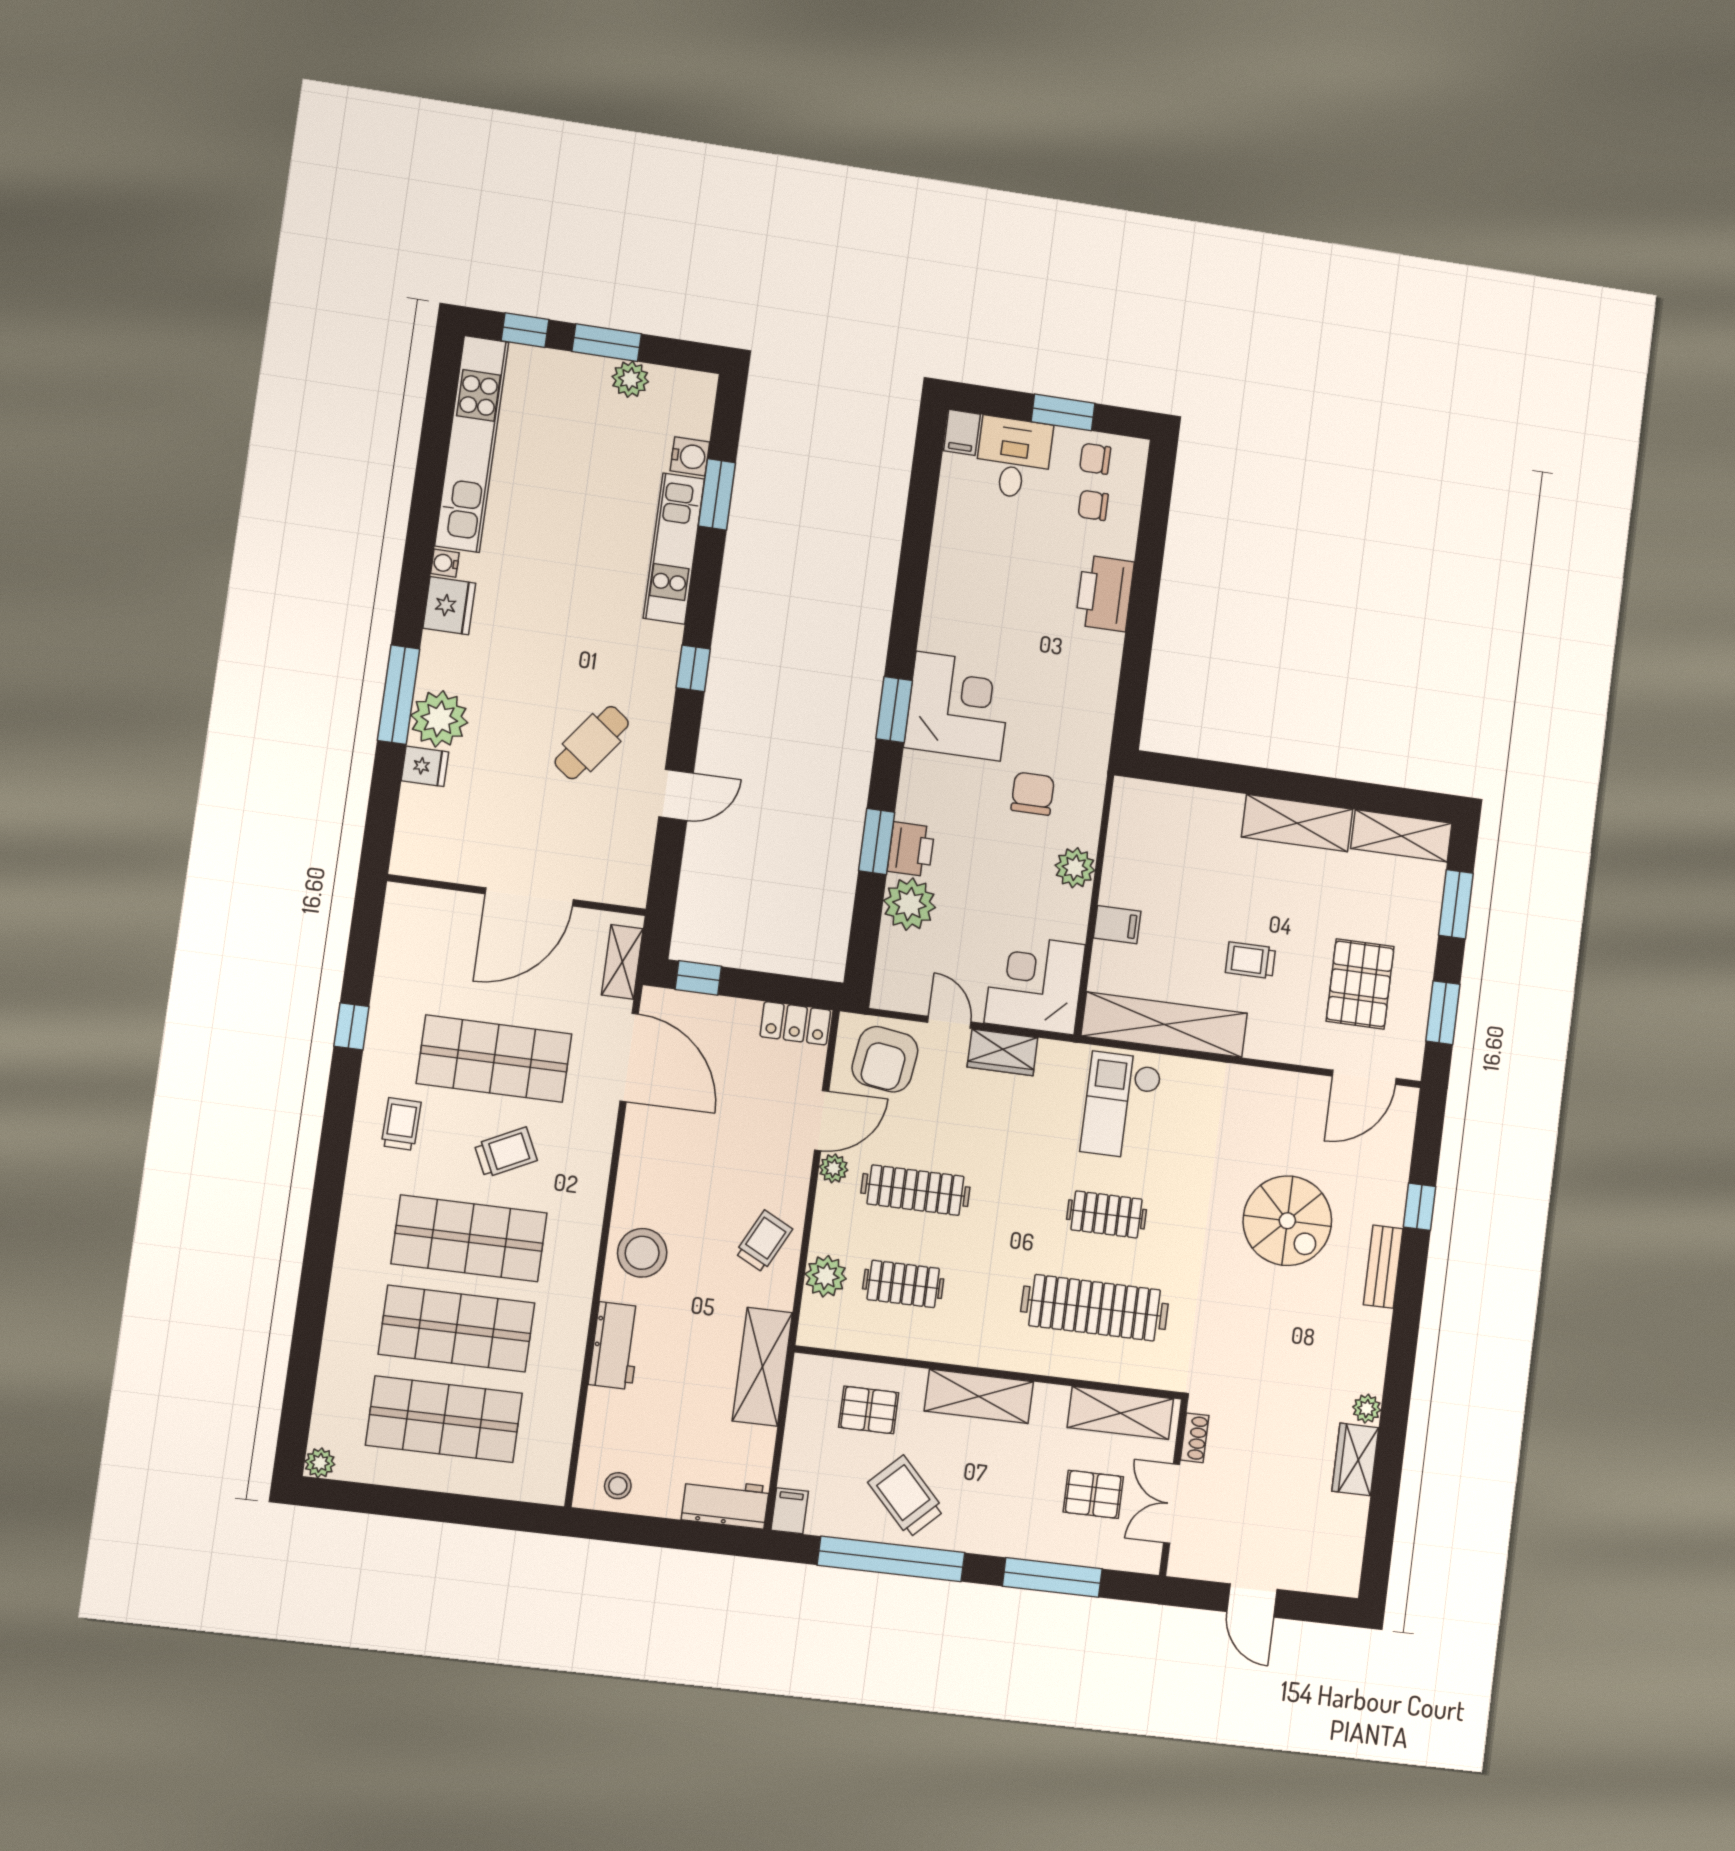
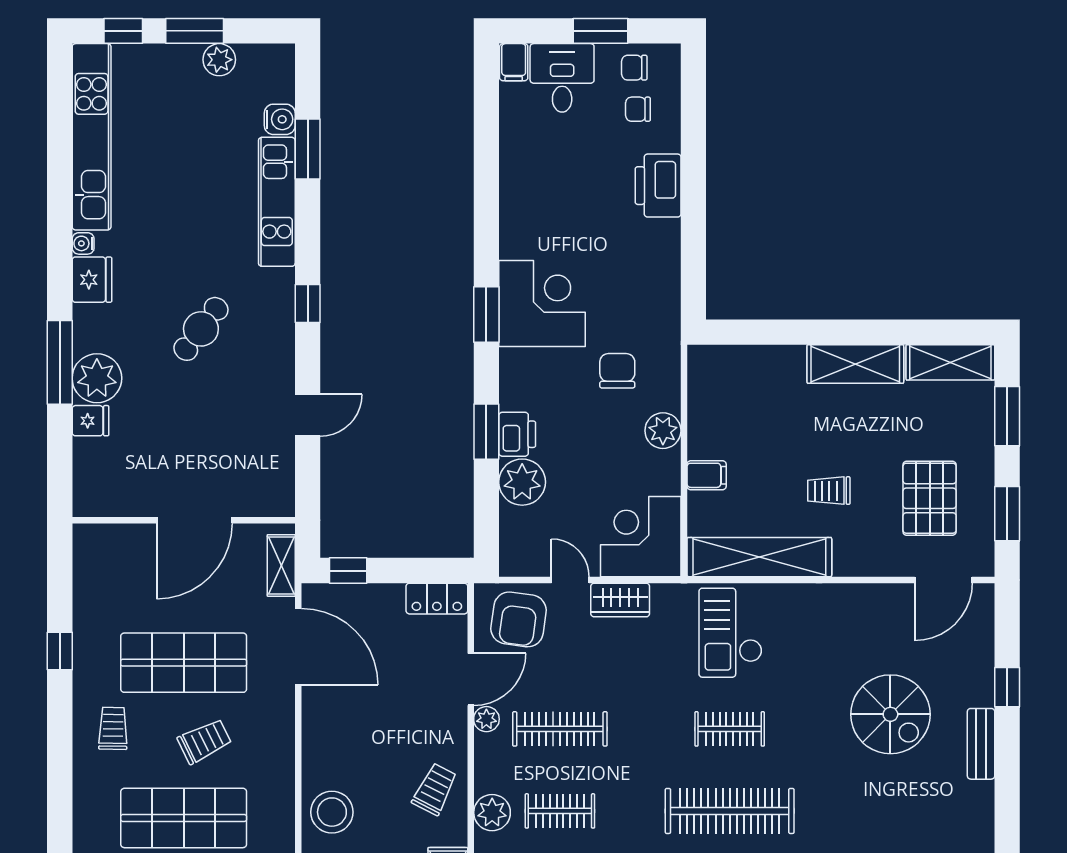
cafe table: (592, 743) -> (201, 329), moved

